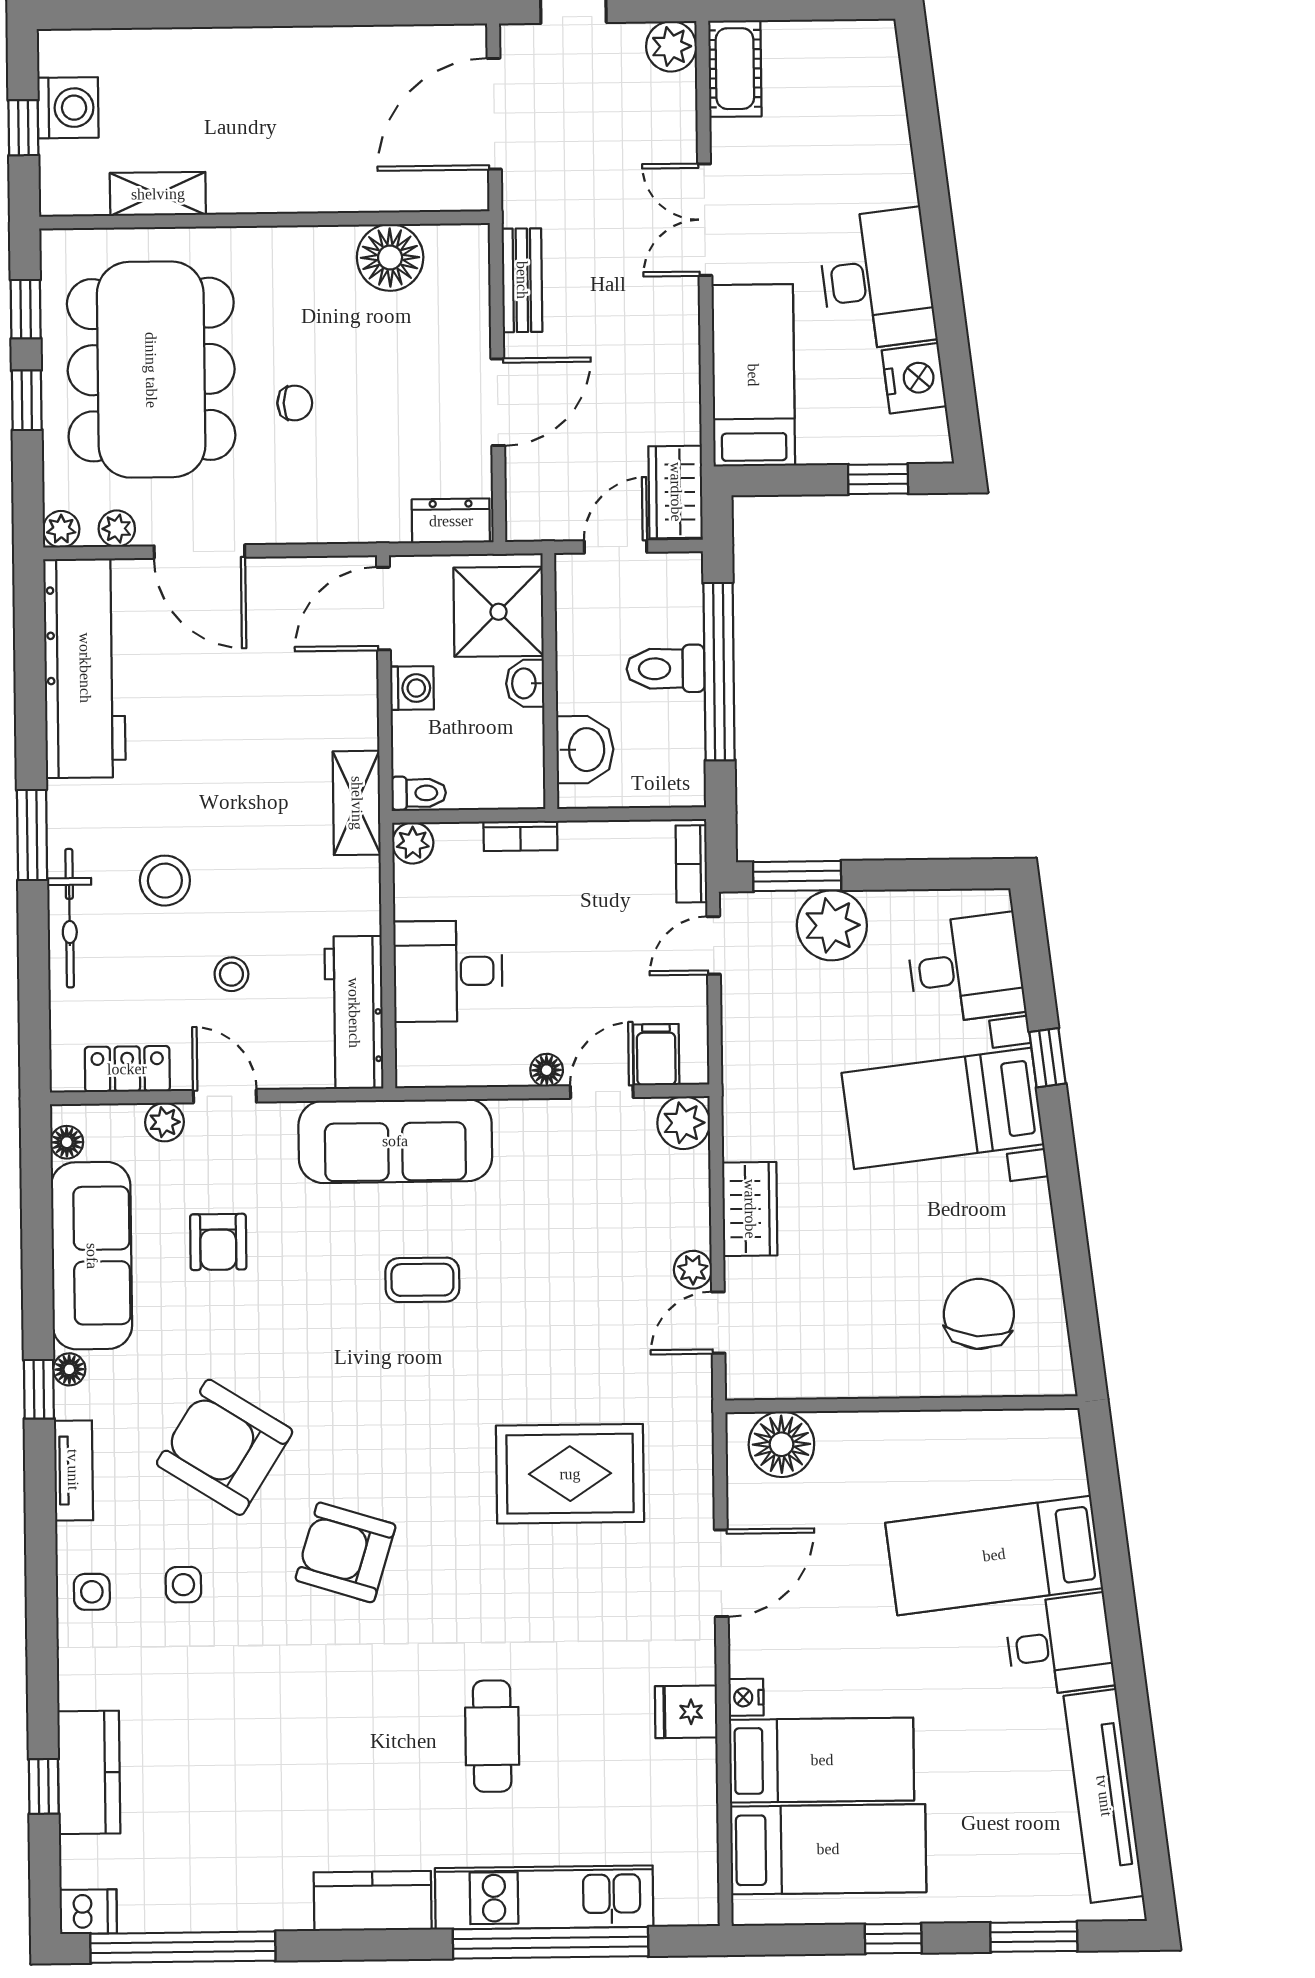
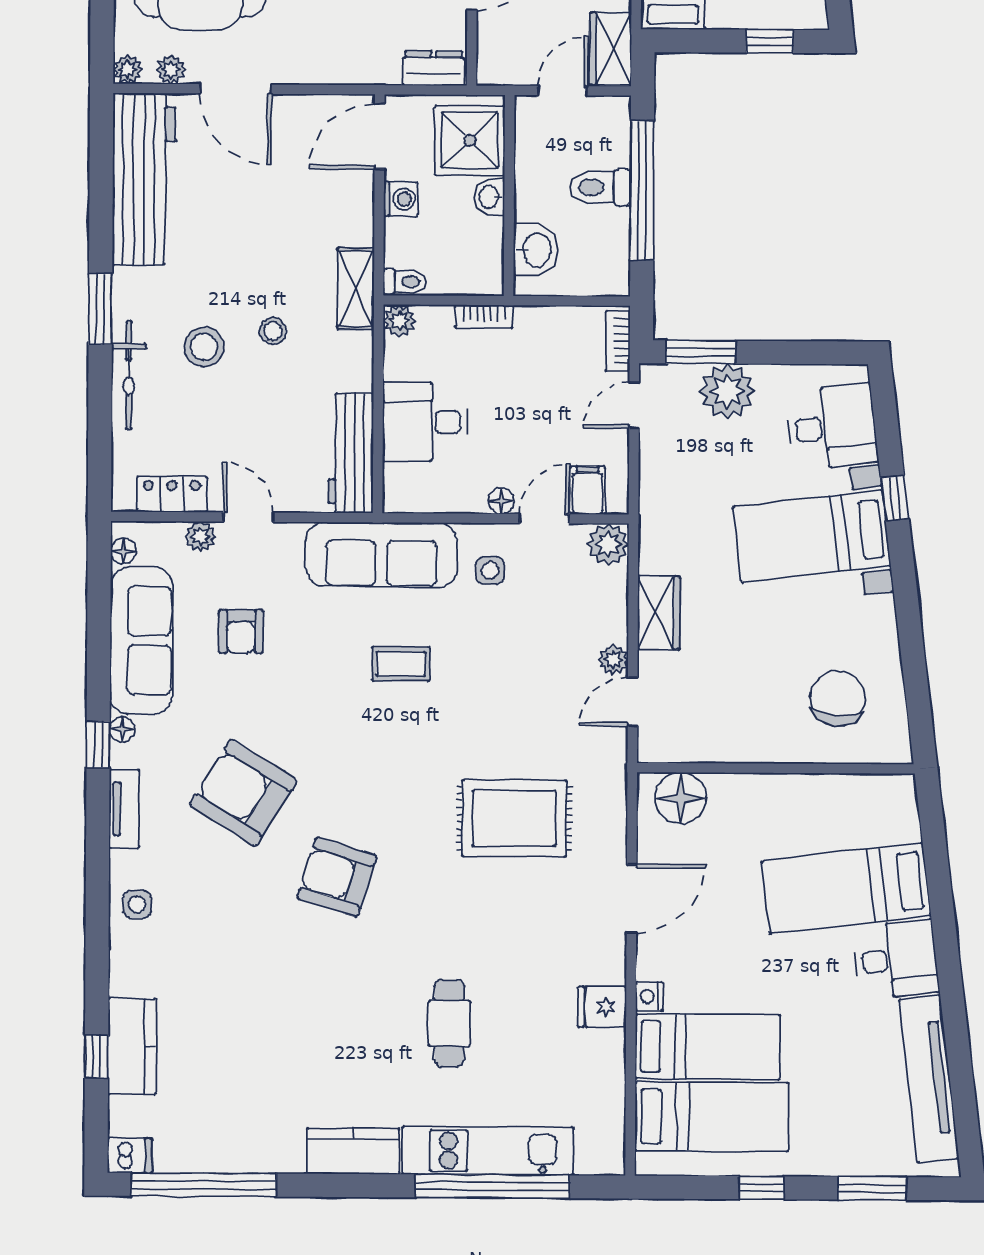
stool: (231, 974) -> (273, 331), moved
side table: (183, 1585) -> (490, 571), moved

